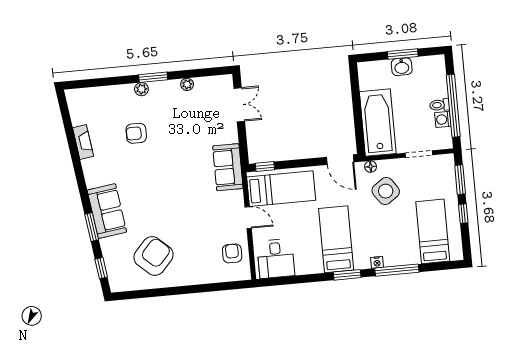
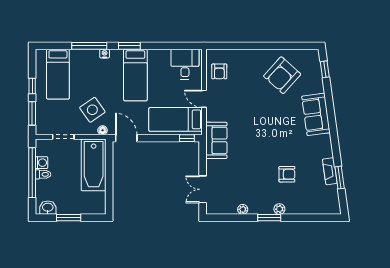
washbasin: (402, 67) -> (48, 208), moved
window: (92, 227) -> (340, 178), moved

